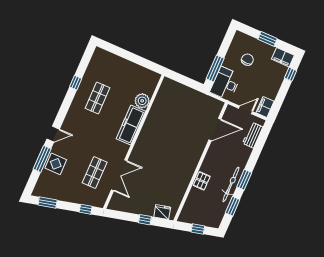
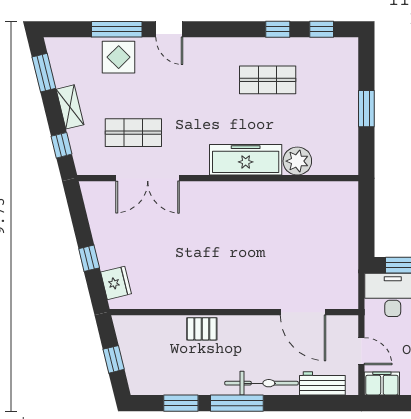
window: (132, 57) -> (366, 109), added
window: (85, 62) -> (322, 29), added
window: (244, 180) -> (237, 403), width x1.44
bicycle: (231, 184) -> (261, 383), moved
shelving: (69, 197) -> (70, 107), added

